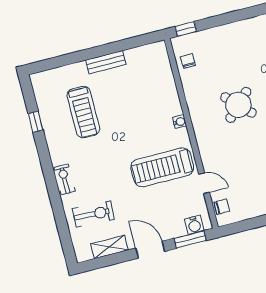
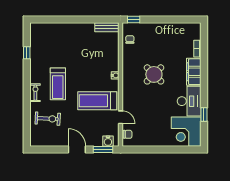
bench: (106, 62) -> (107, 27), moved
treadmill: (83, 112) -> (58, 84), moved
shelving: (109, 247) -> (52, 141), removed

